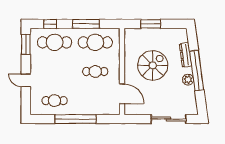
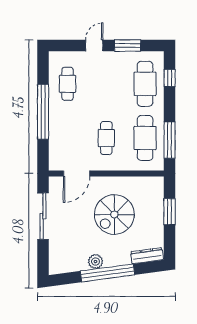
window: (86, 24) -> (170, 140), moved
window: (26, 44) -> (128, 46), moved
dresser: (186, 55) -> (147, 256), moved
spiral stairs: (153, 65) -> (114, 215), turned 90
sliding door: (169, 119) -> (43, 216), moved

